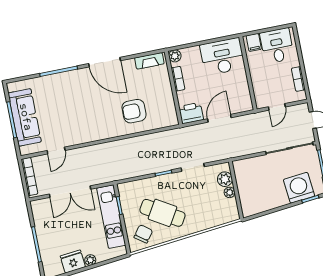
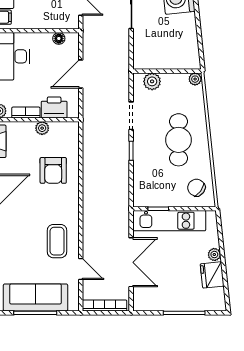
floor lamp: (245, 94) -> (59, 38), added
plant: (168, 95) -> (42, 128), added
printer: (191, 113) -> (54, 107), moved, turned 90
door: (219, 118) -> (81, 74), hinge flipped
coffee table: (75, 126) -> (57, 241), added
plant: (230, 192) -> (195, 79), moved
cafe table: (162, 213) -> (179, 140), moved, turned -31

